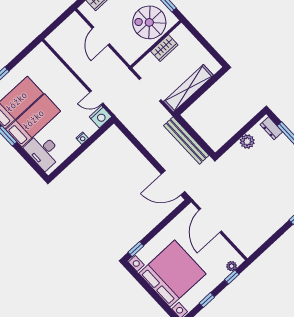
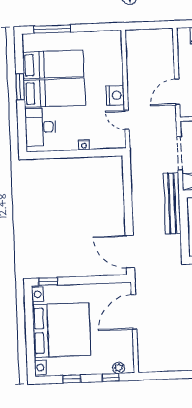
door: (101, 36) -> (177, 92), moved
nightstand: (101, 117) -> (115, 95), moved, turned -90
bench: (186, 141) -> (172, 203), moved

